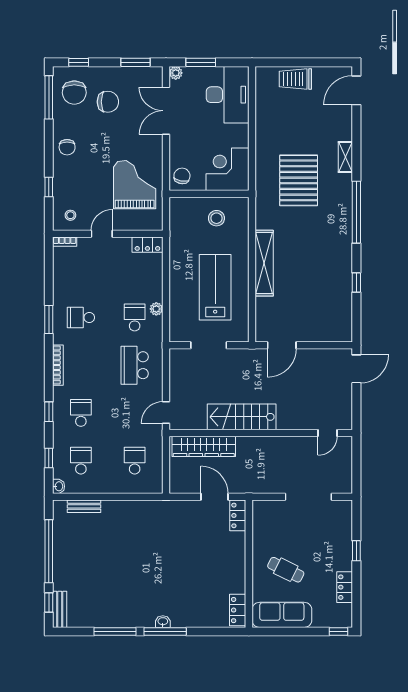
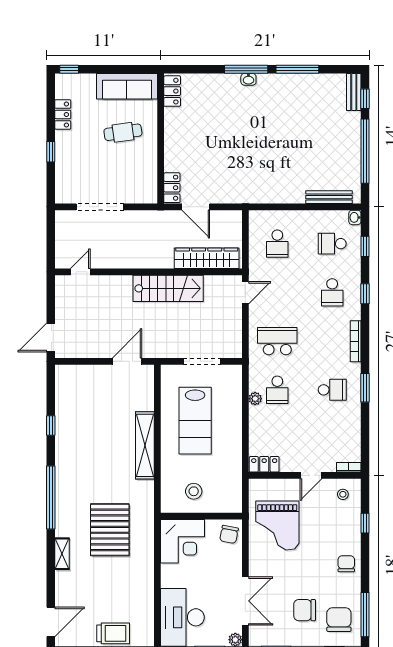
school desk: (135, 365) -> (277, 341), turned -90
school desk: (81, 461) -> (332, 244), turned 90
bench: (84, 506) -> (329, 197), width x1.36
cafe table: (286, 570) -> (123, 132), turned -34

